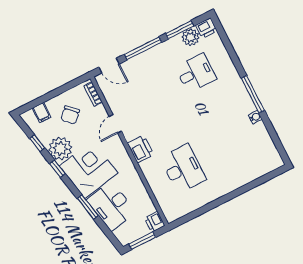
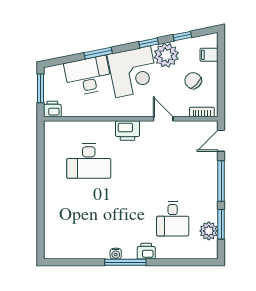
printer: (206, 28) -> (146, 251), moved, turned 90
water cooler: (255, 117) -> (116, 254), moved

